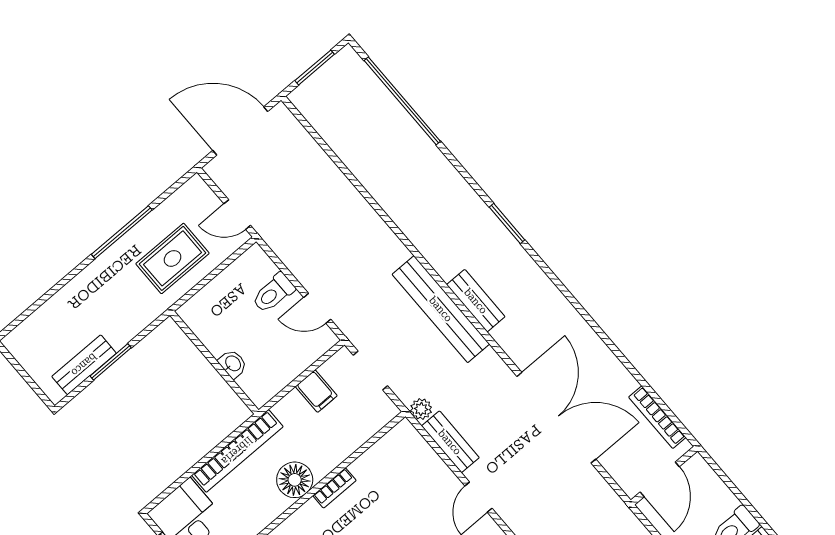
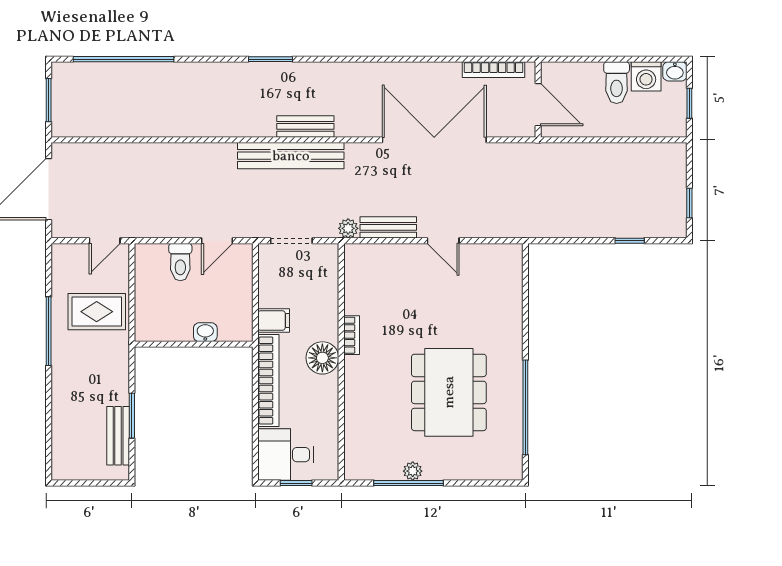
rug: (172, 258) -> (97, 312), turned 90
filing cabinet: (316, 391) -> (274, 321), moved

